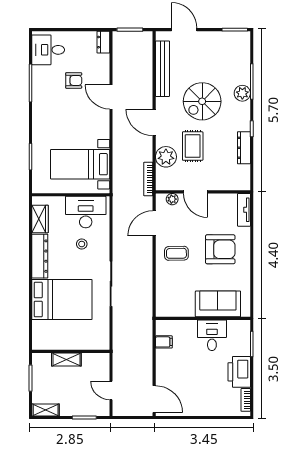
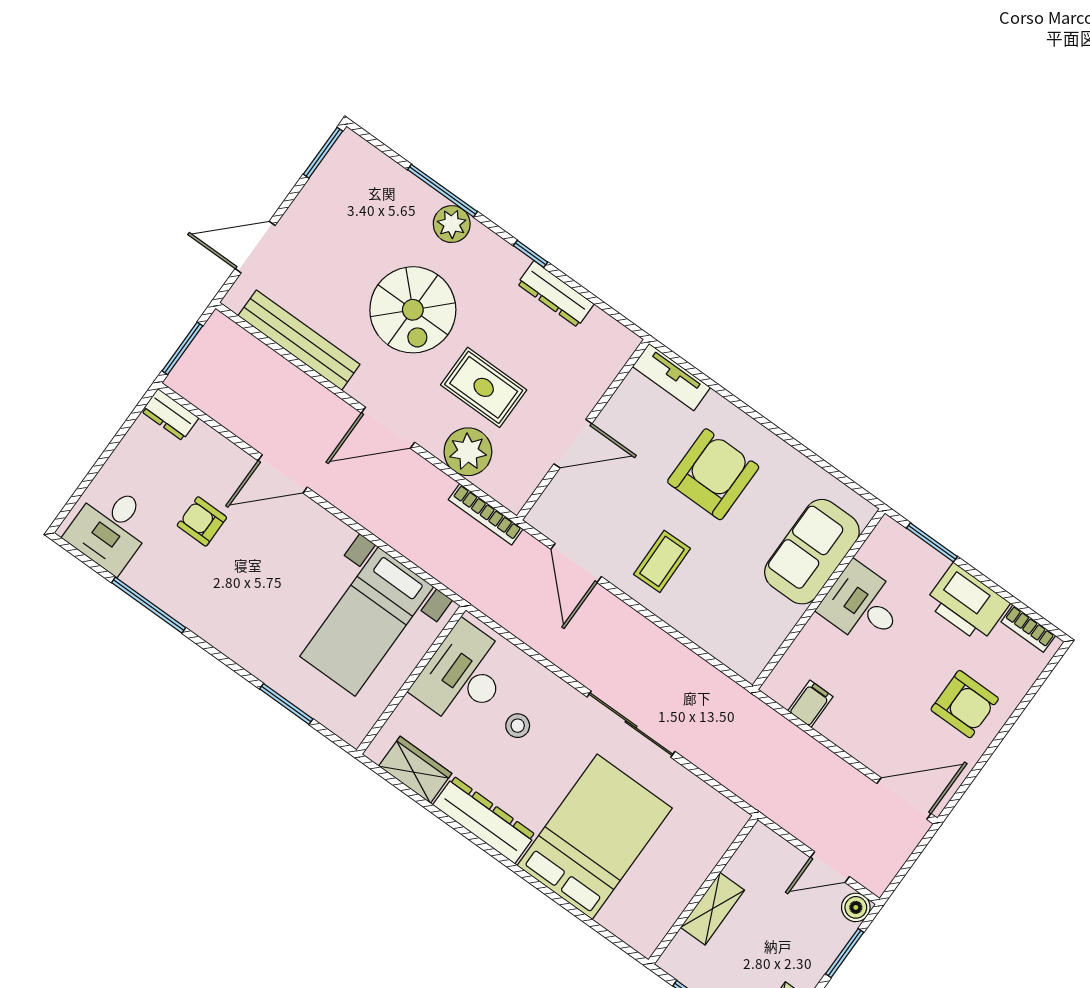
armchair: (74, 80) -> (202, 521), turned -90
plant: (172, 199) -> (555, 497), removed
armchair: (203, 397) -> (965, 704), added
boiler: (103, 410) -> (856, 907), added

